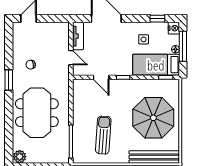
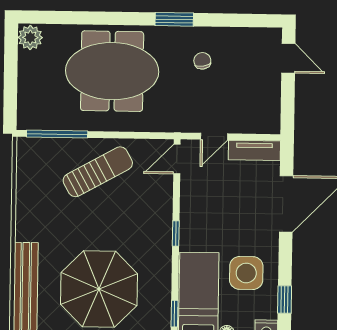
side table: (144, 39) -> (246, 273), width x1.87, depth x1.87
door: (101, 77) -> (177, 159), moved
sun lounger: (103, 135) -> (98, 172), moved, turned -33

